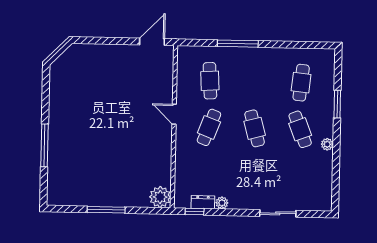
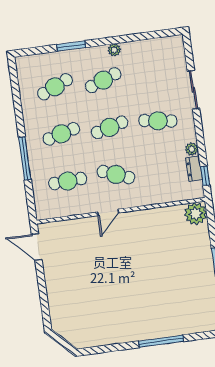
cafe table: (256, 82) -> (61, 134), added
cafe table: (301, 83) -> (55, 87), turned -30
cafe table: (254, 175) -> (158, 121), added

